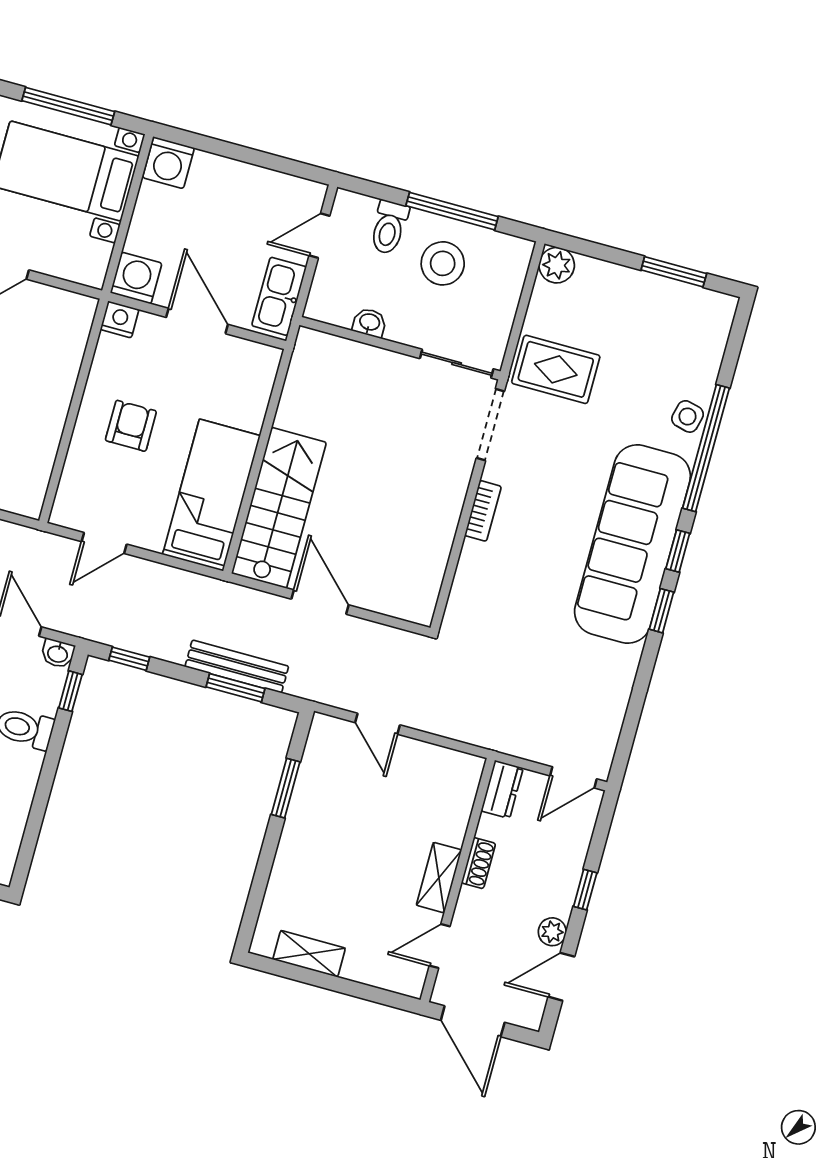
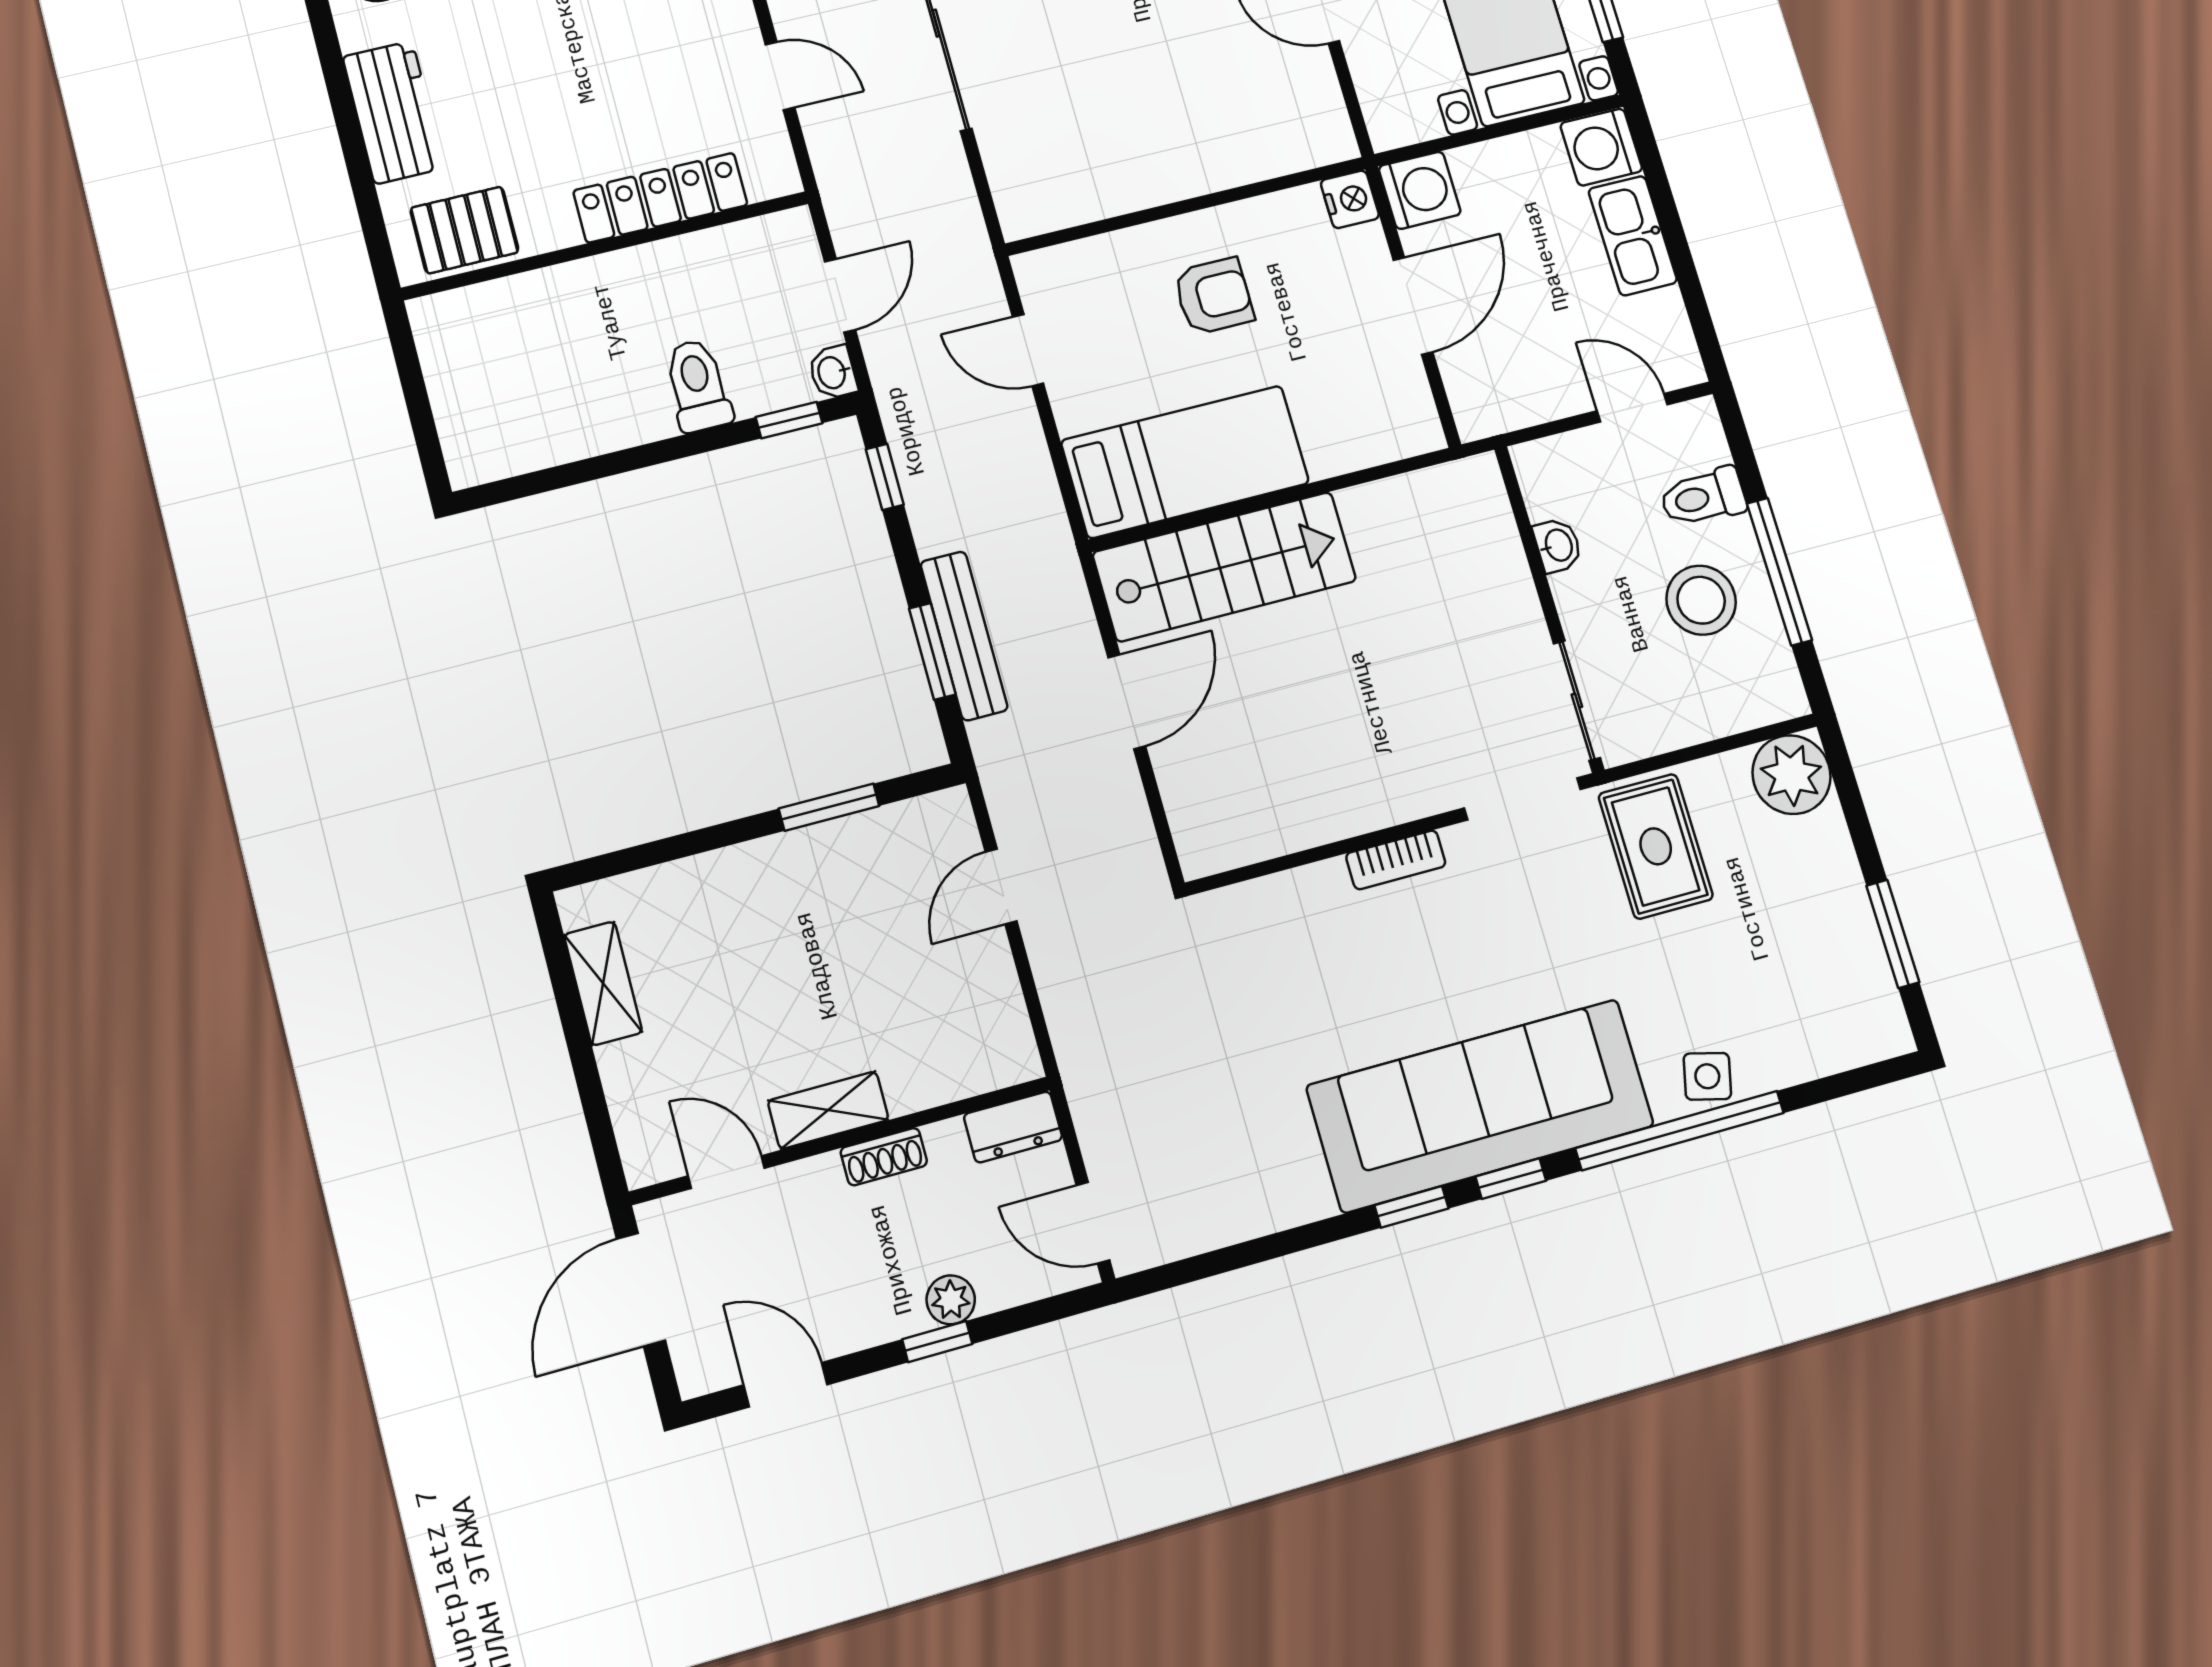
plant: (557, 265) -> (1792, 775), width x1.36, depth x1.36
kitchen sink: (279, 296) -> (1633, 236), moved, turned -90
plant: (552, 932) -> (951, 1300), moved

